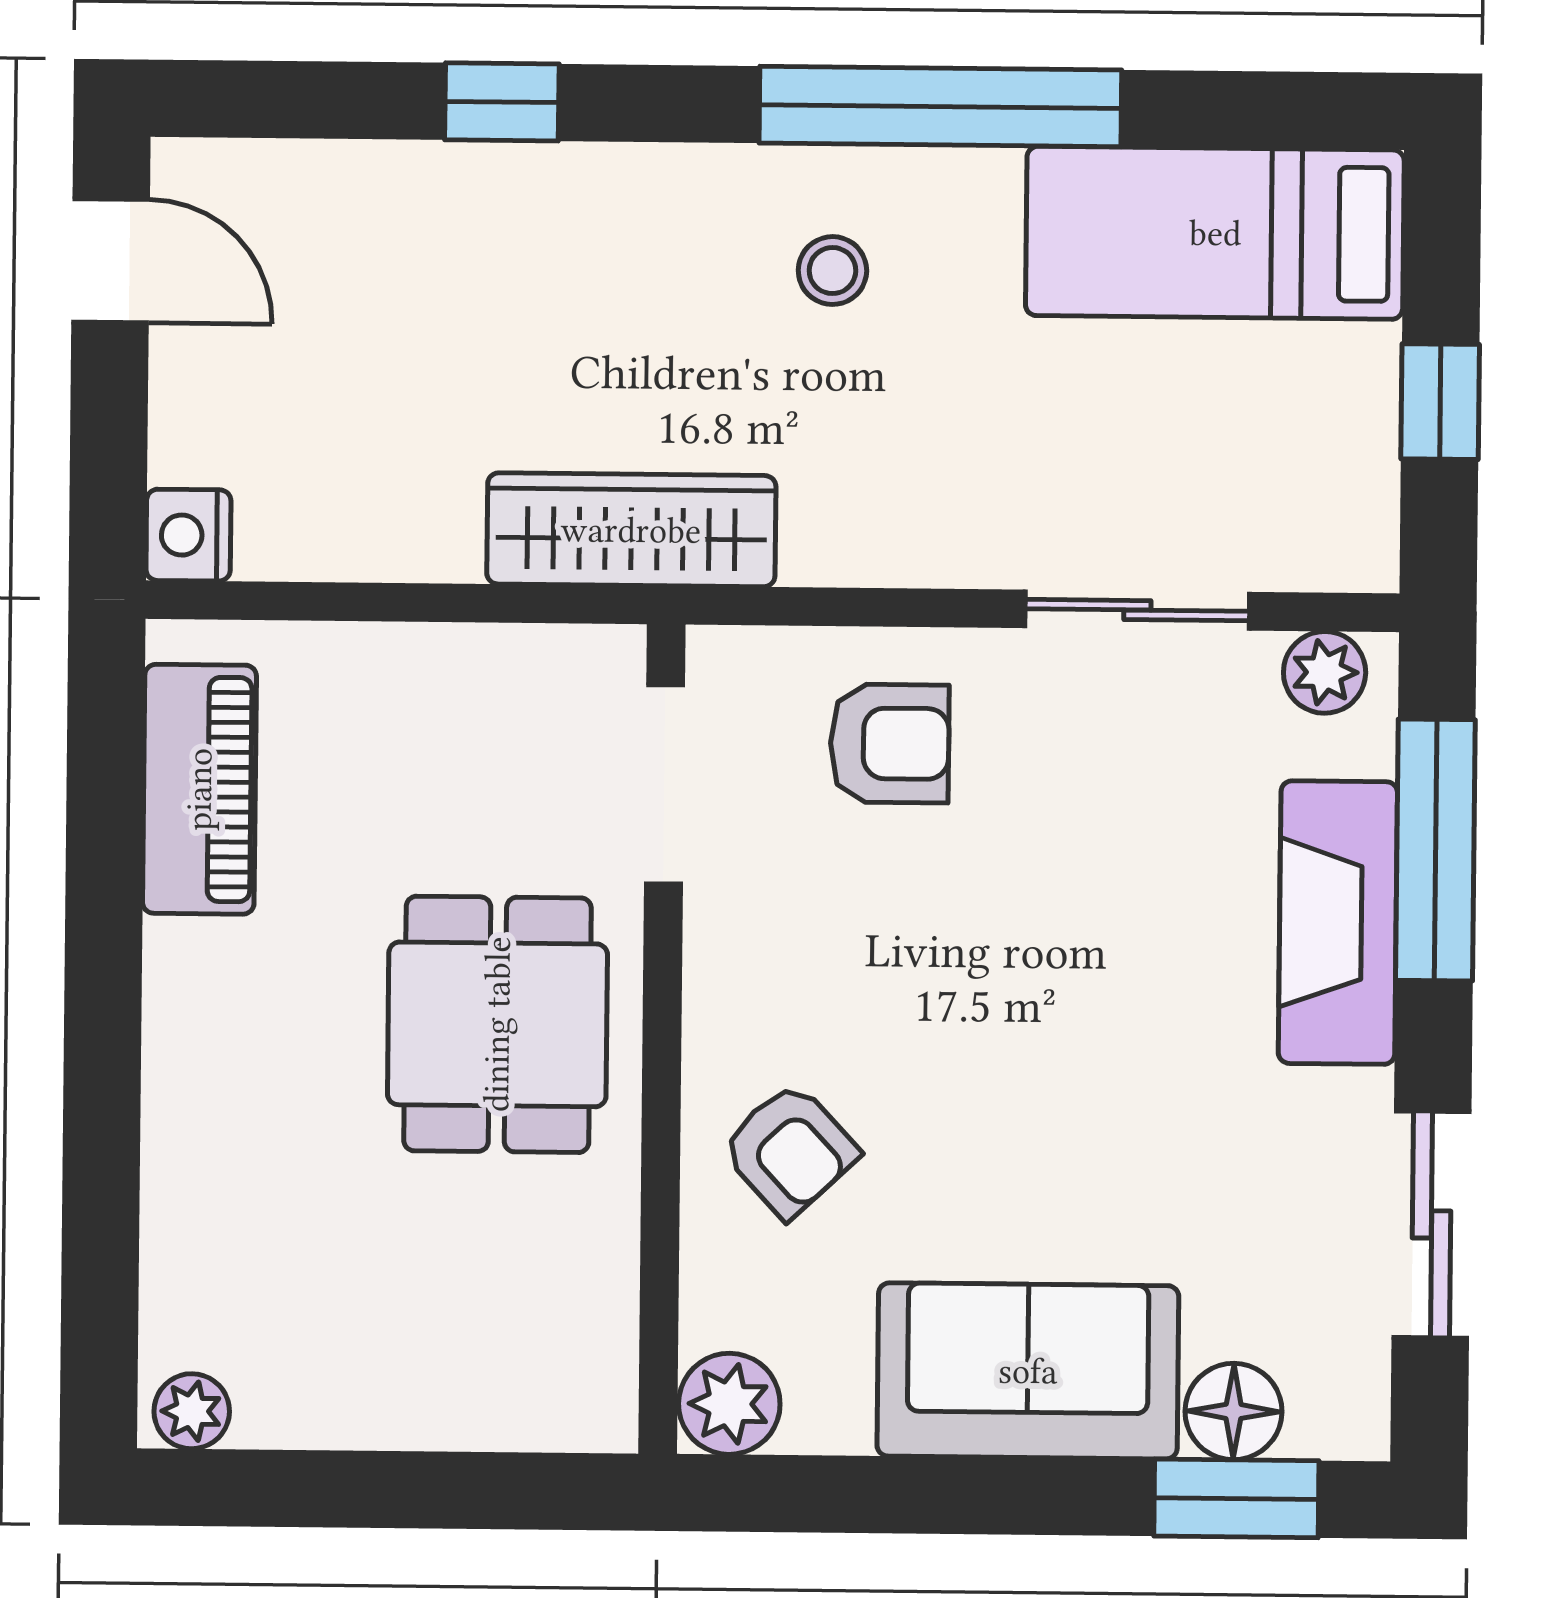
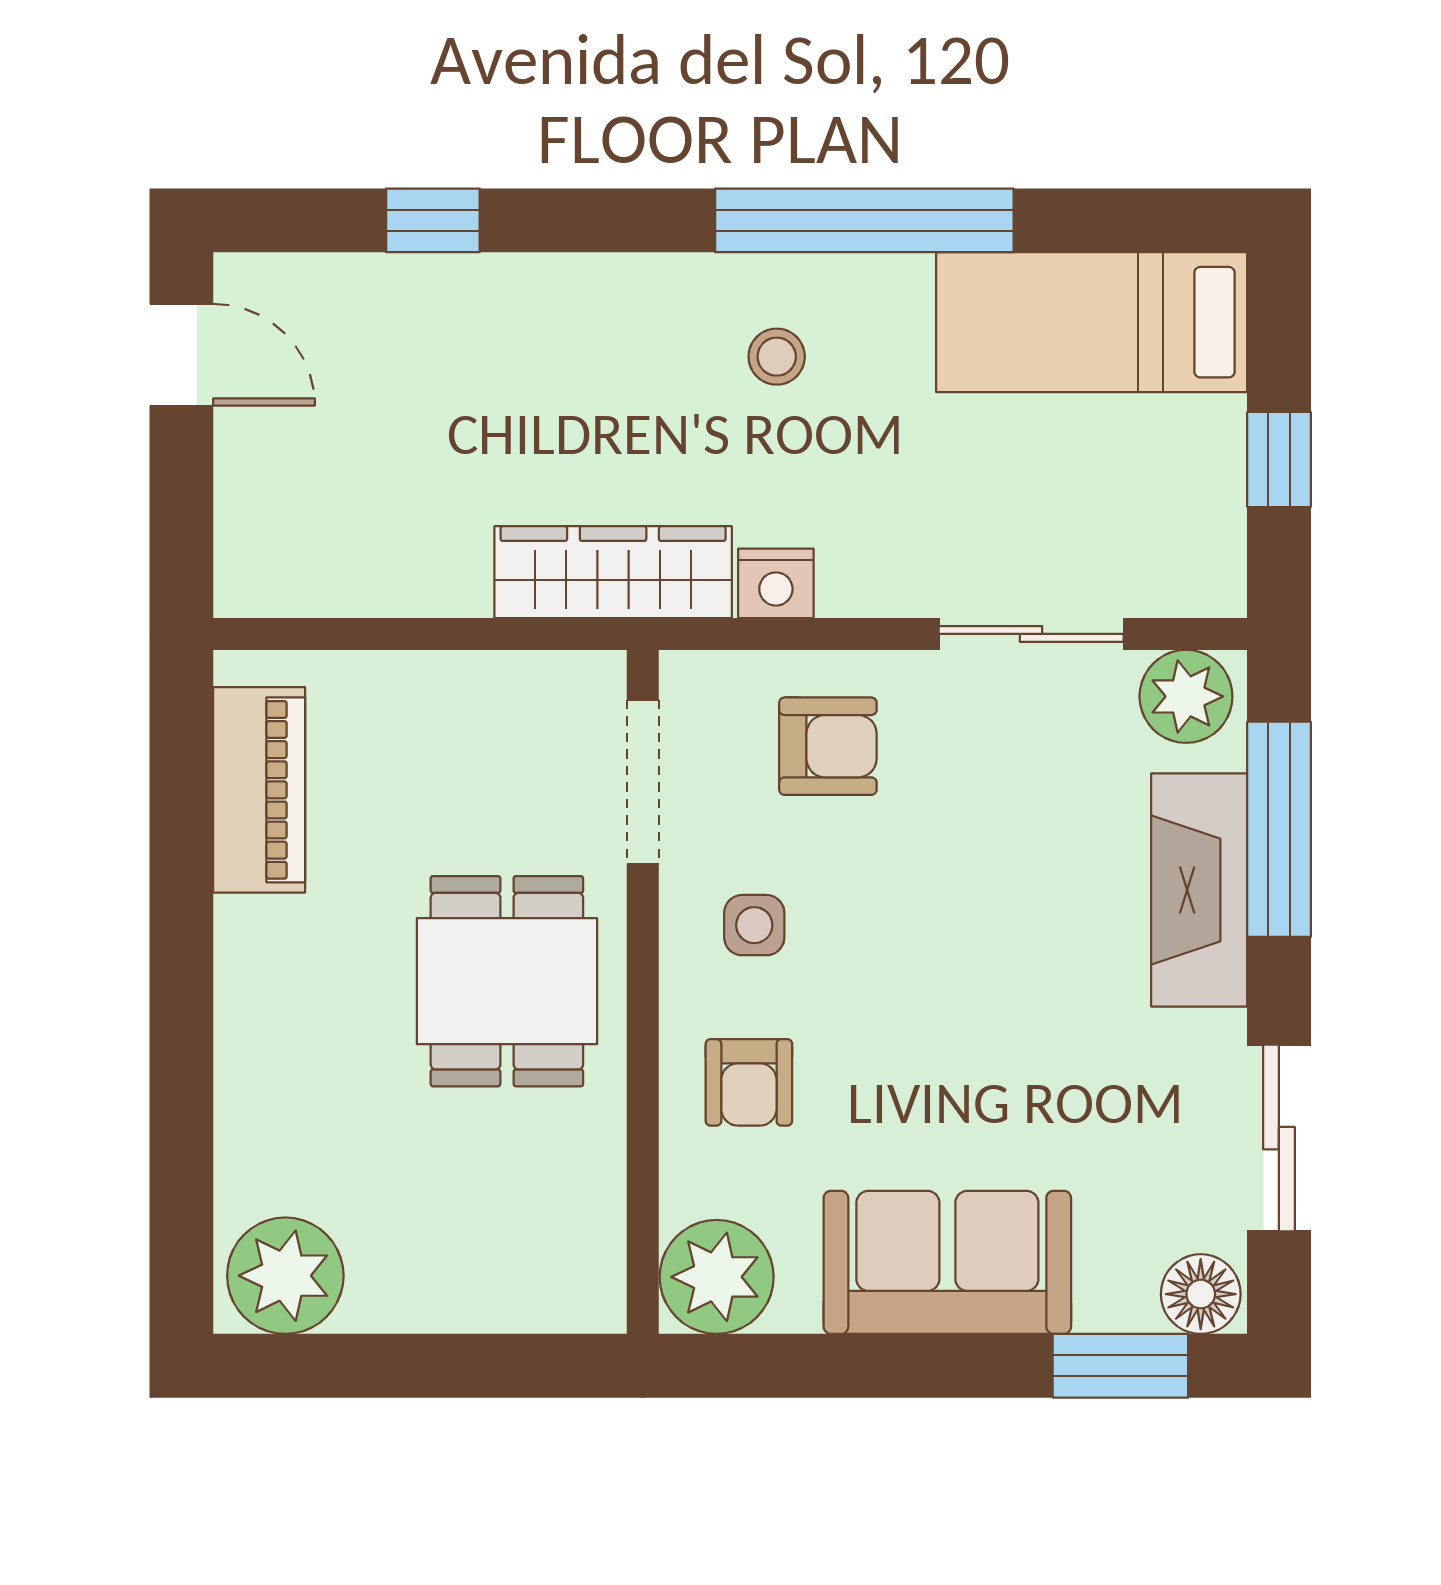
window: (502, 102) -> (433, 220), moved
nightstand: (188, 535) -> (776, 583), moved, turned -90
plant: (1325, 672) -> (1186, 696), width x1.38, depth x1.38
side table: (798, 960) -> (754, 925), added
armchair: (790, 1150) -> (749, 1082), turned 43
plant: (729, 1404) -> (717, 1277), width x1.36, depth x1.36
plant: (192, 1411) -> (285, 1276), width x1.88, depth x1.88
floor lamp: (1234, 1411) -> (1201, 1294), moved

